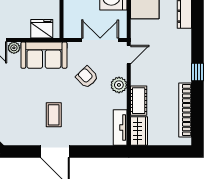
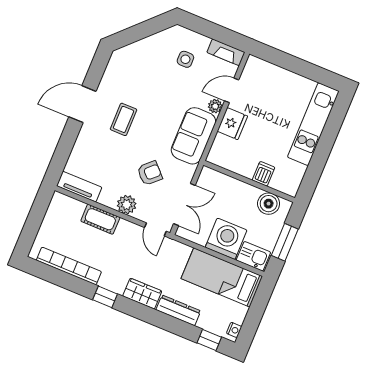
fridge: (42, 29) -> (232, 124), moved
coffee table: (54, 115) -> (123, 119), turned 90
wardrobe: (139, 131) -> (142, 294), moved, turned 180

